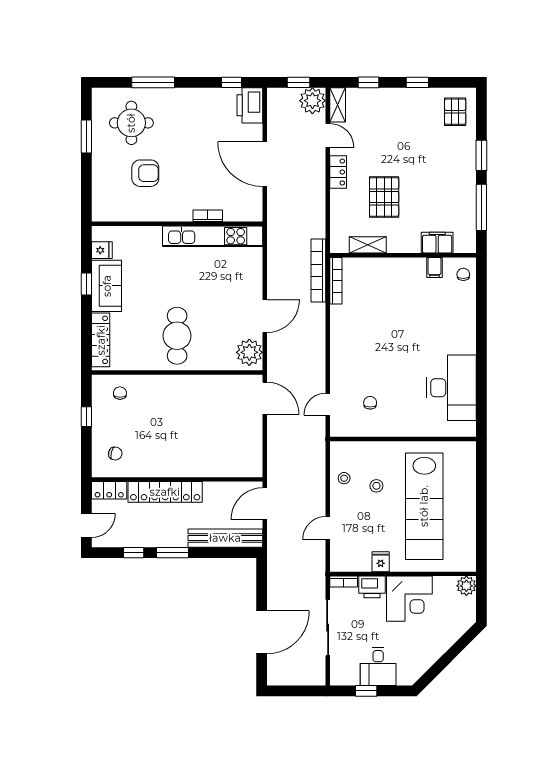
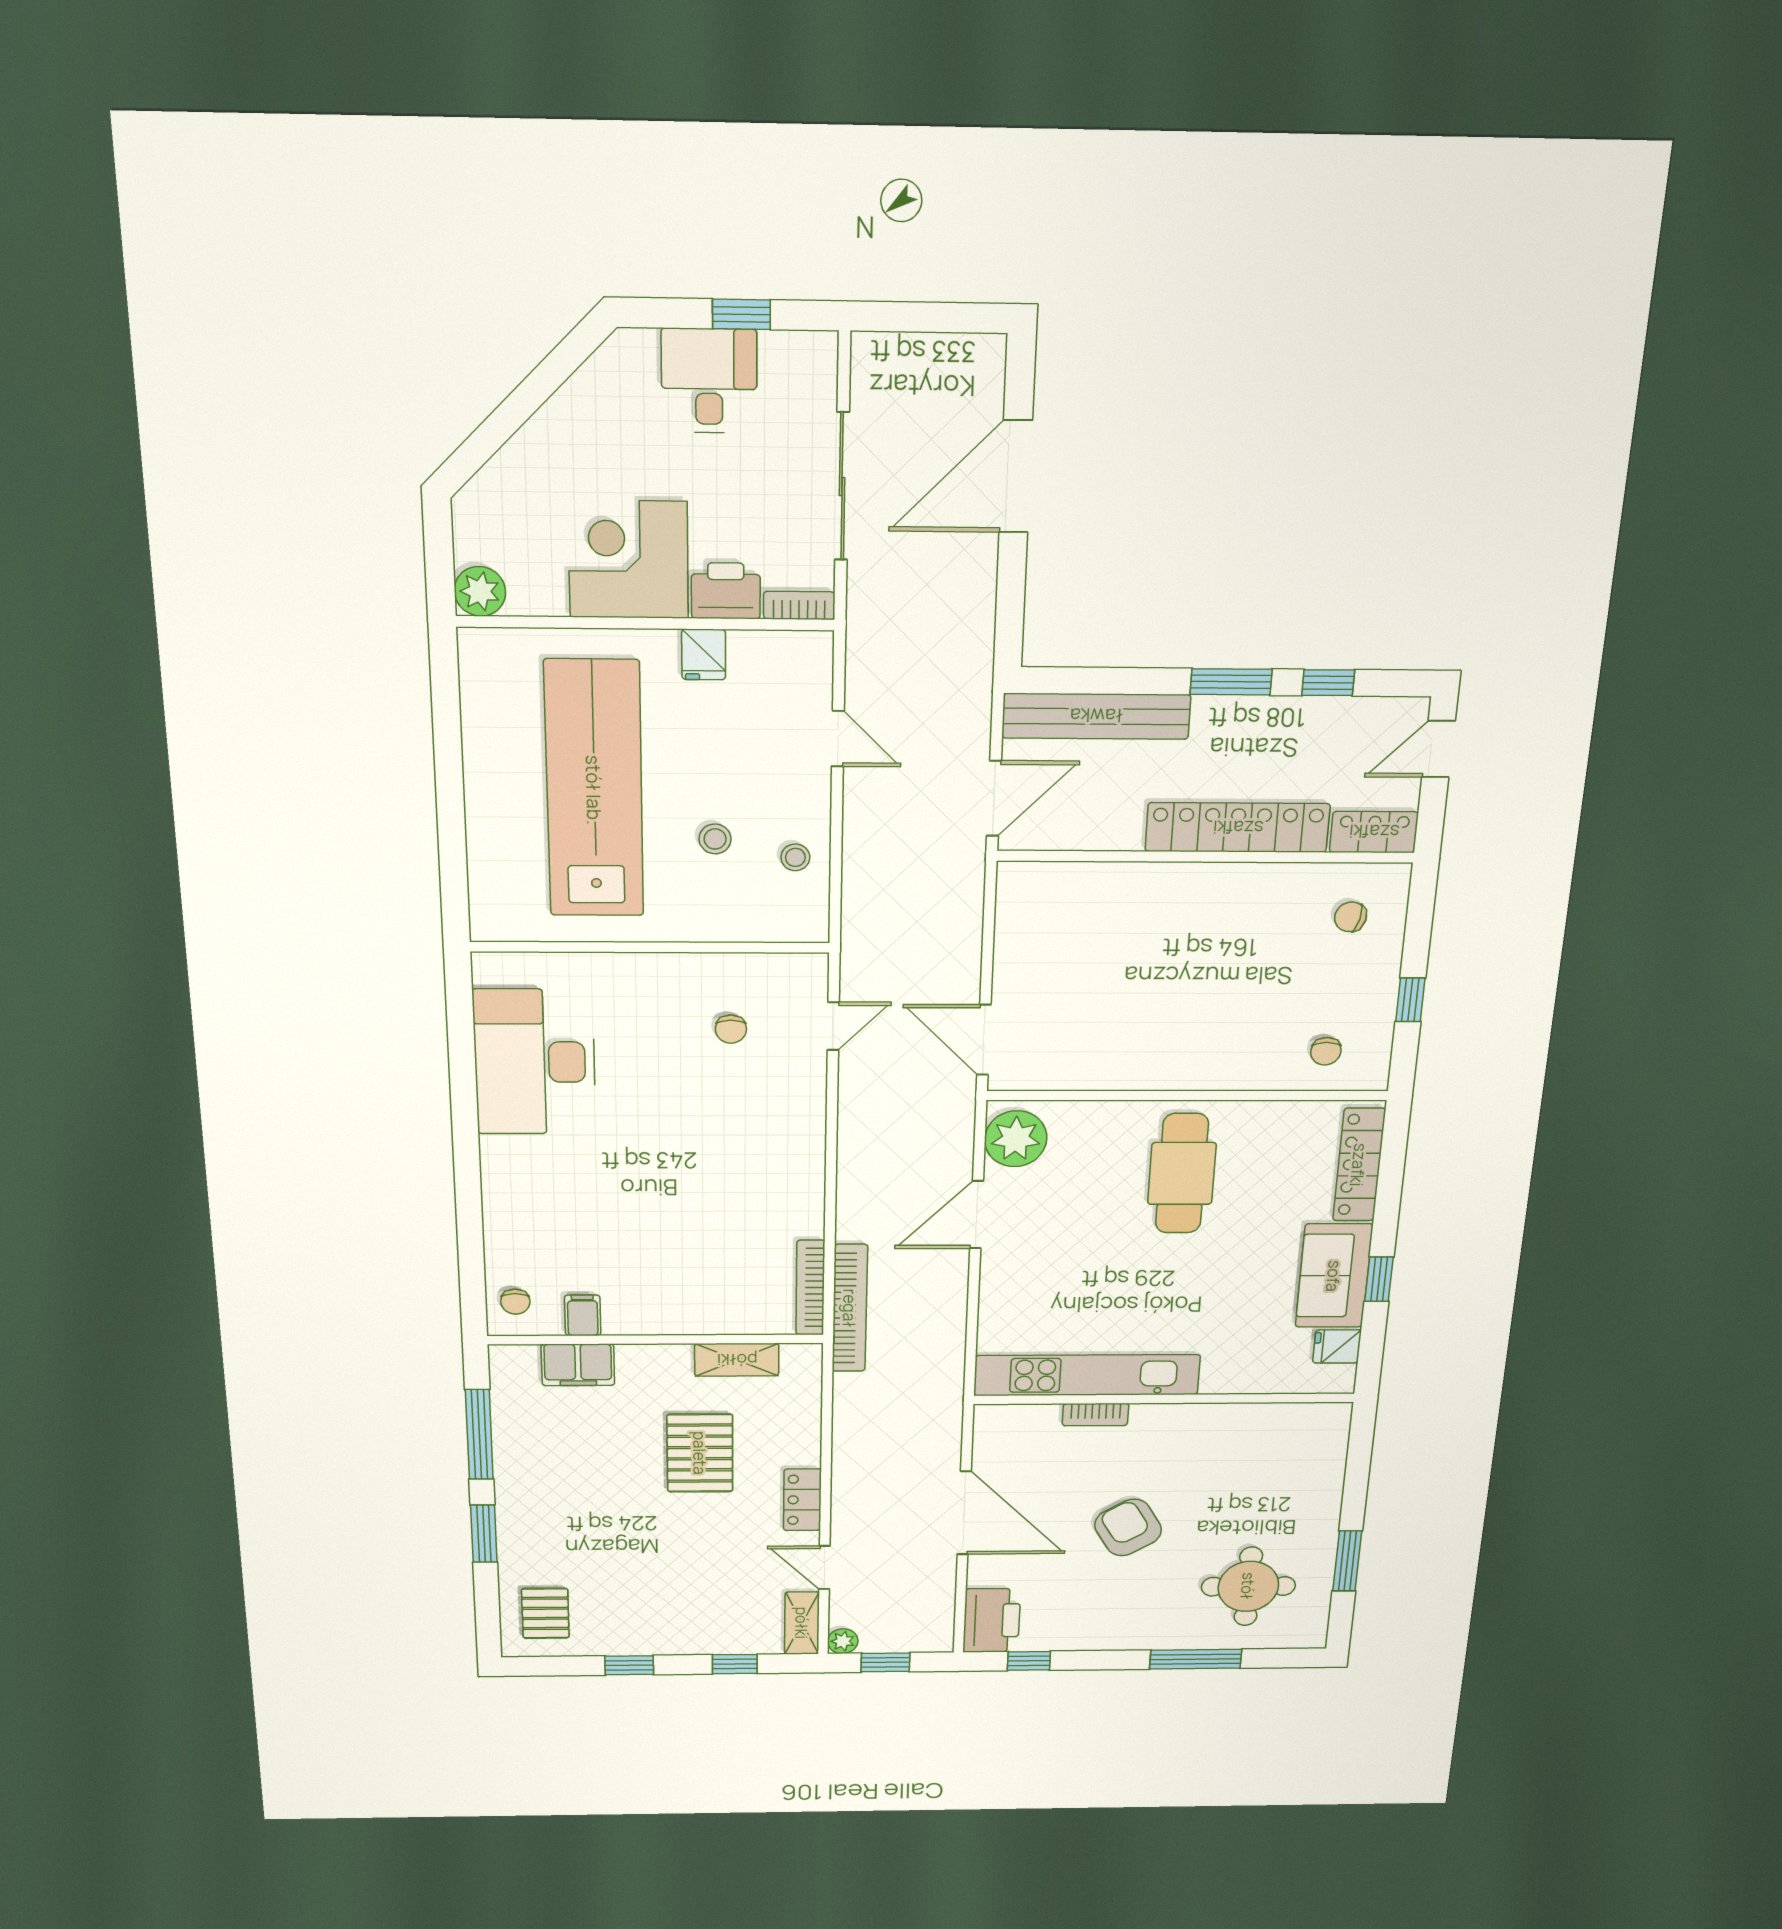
plant: (312, 101) -> (843, 1641), width x0.53, depth x0.53
armchair: (145, 173) -> (1128, 1527), moved, turned 59
door: (328, 528) -> (838, 739), hinge flipped

